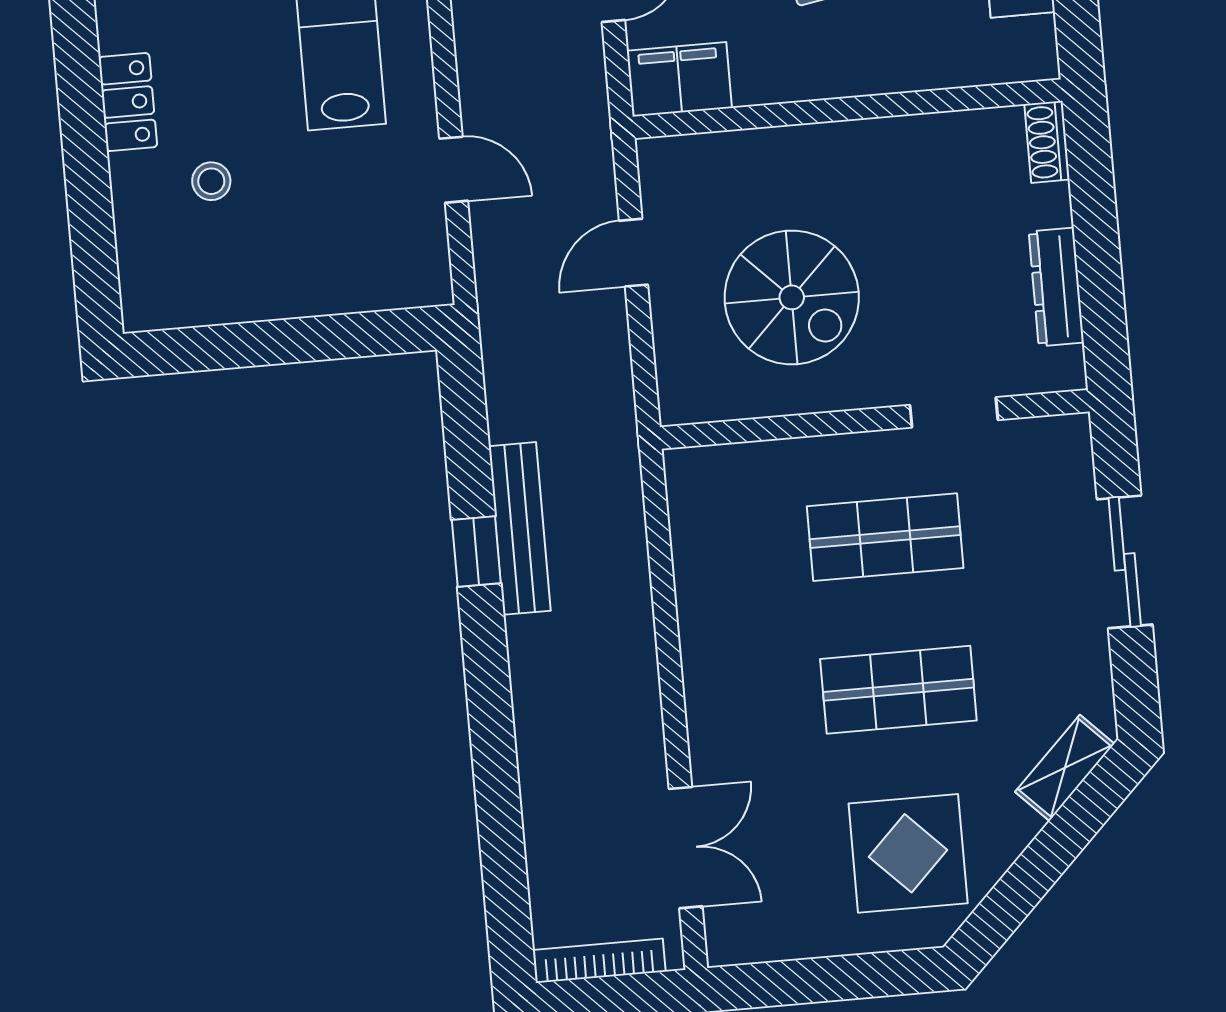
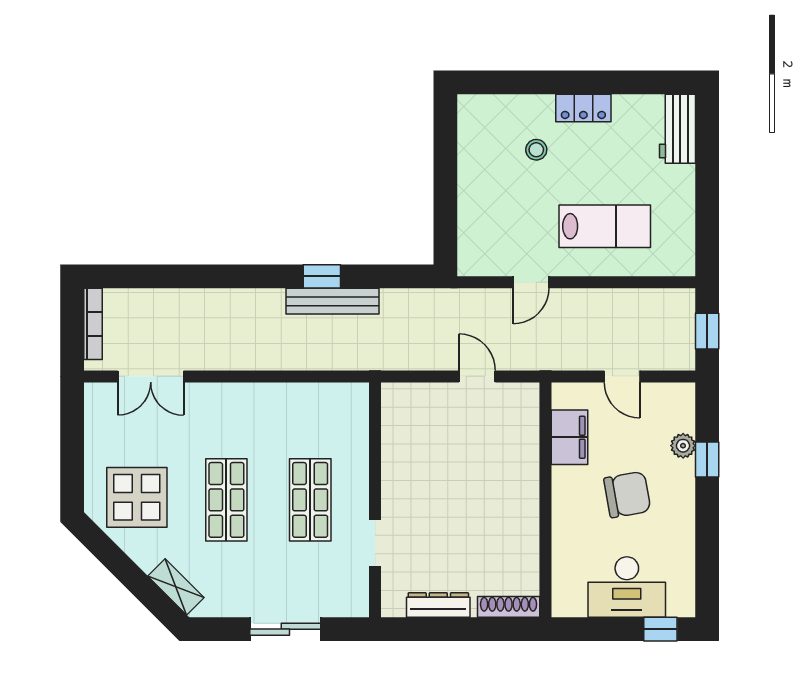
filing cabinet: (679, 79) -> (569, 437), moved
shoe rack: (1047, 142) -> (509, 607), width x1.43
spiral stairs: (792, 297) -> (445, 460), removed

